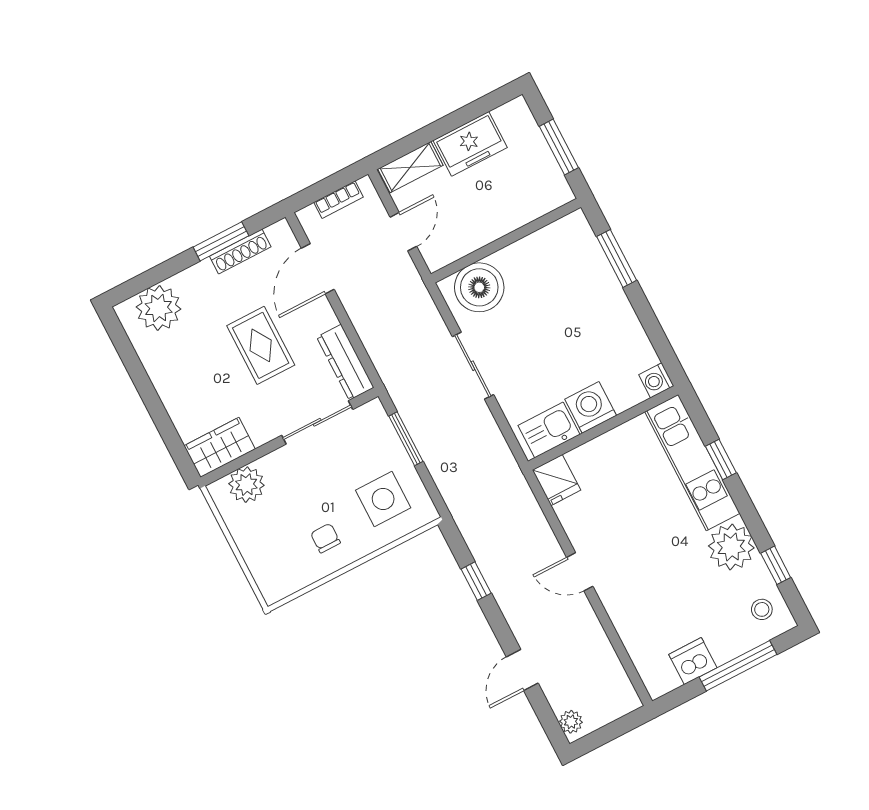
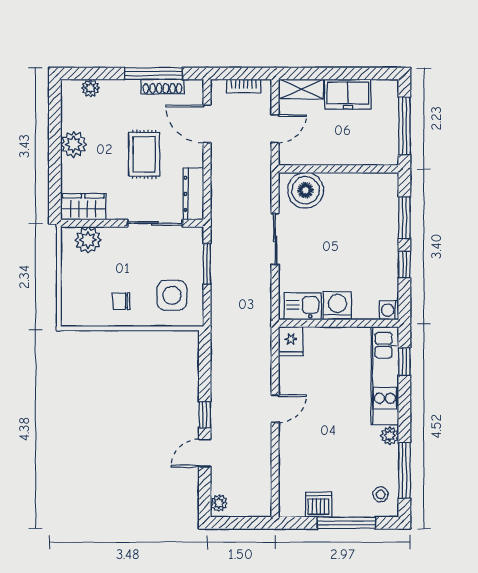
window: (559, 147) -> (404, 126), width x1.44
window: (221, 241) -> (153, 74), width x1.44
door: (318, 269) -> (207, 124), hinge flipped
plant: (159, 308) -> (90, 88), width x0.53, depth x0.53
window: (646, 315) -> (404, 264), added
plant: (169, 378) -> (74, 144), added
window: (721, 459) -> (404, 362), moved
chair: (325, 538) -> (121, 301), turned -90
plant: (731, 547) -> (390, 436), width x0.53, depth x0.53
window: (776, 565) -> (404, 470), width x2.17
door: (580, 572) -> (275, 409), swing flipped
window: (476, 581) -> (205, 415), moved

